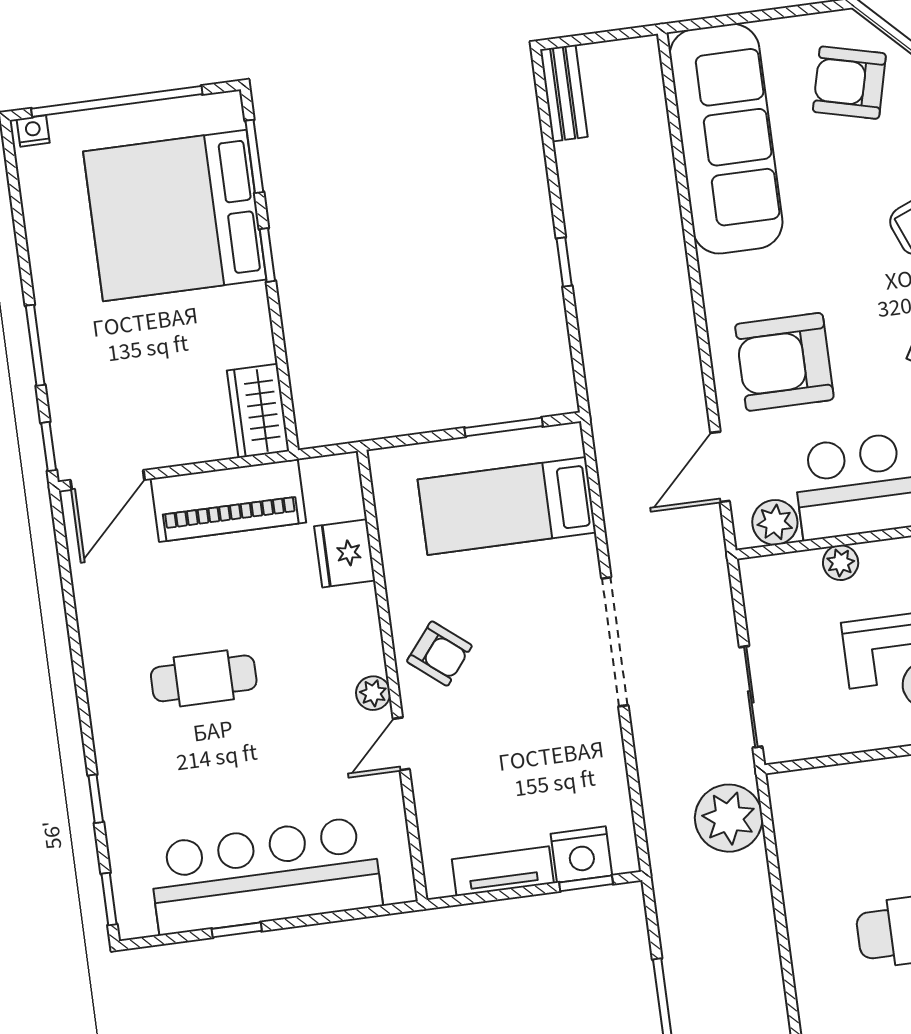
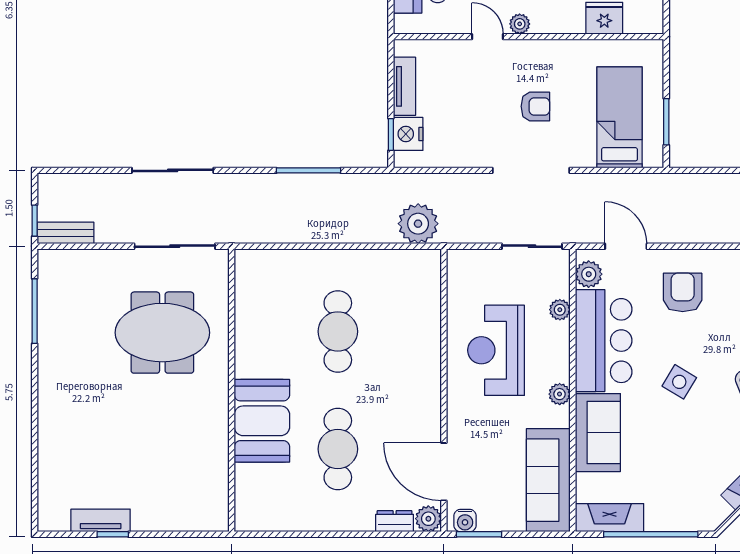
armchair: (784, 362) -> (683, 292), width x0.73, depth x0.73
armchair: (439, 654) -> (535, 106), moved, turned -129
sliding door: (751, 697) -> (532, 246), moved

